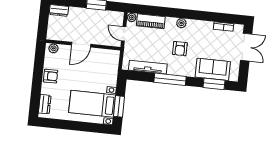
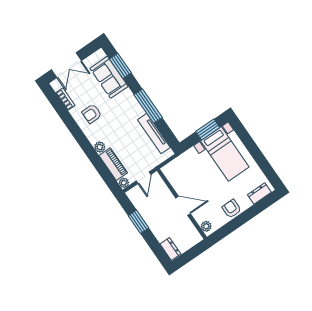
plant: (181, 23) -> (100, 147), moved
double door: (246, 47) -> (66, 65), swing flipped
armchair: (180, 49) -> (92, 114), moved, turned 180

